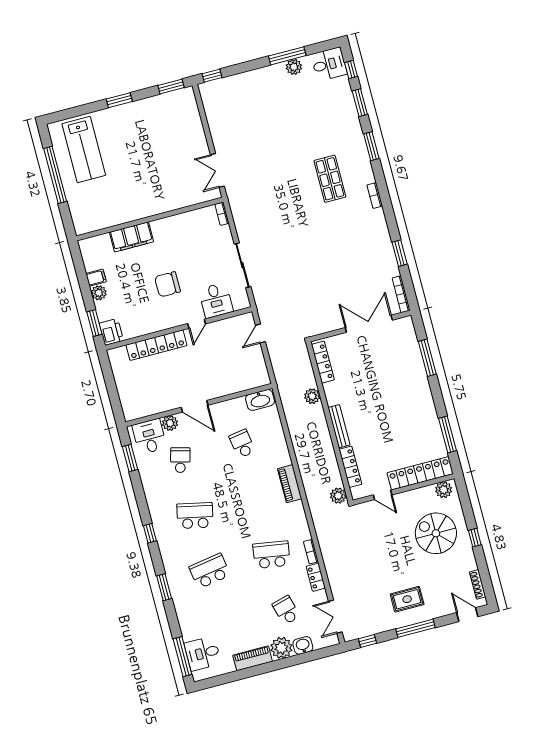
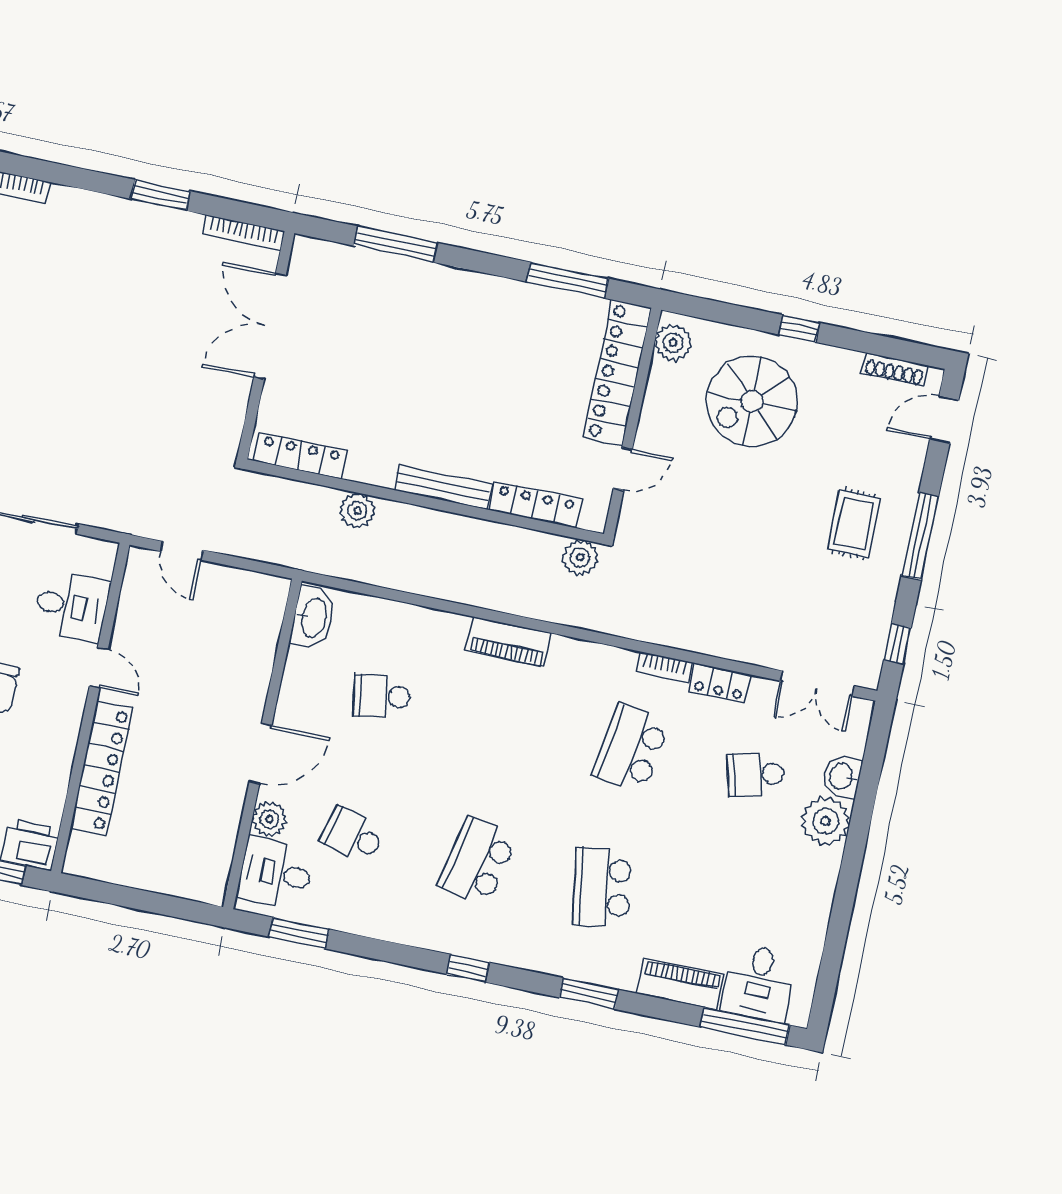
piano: (253, 658) -> (681, 984), moved, turned 90

